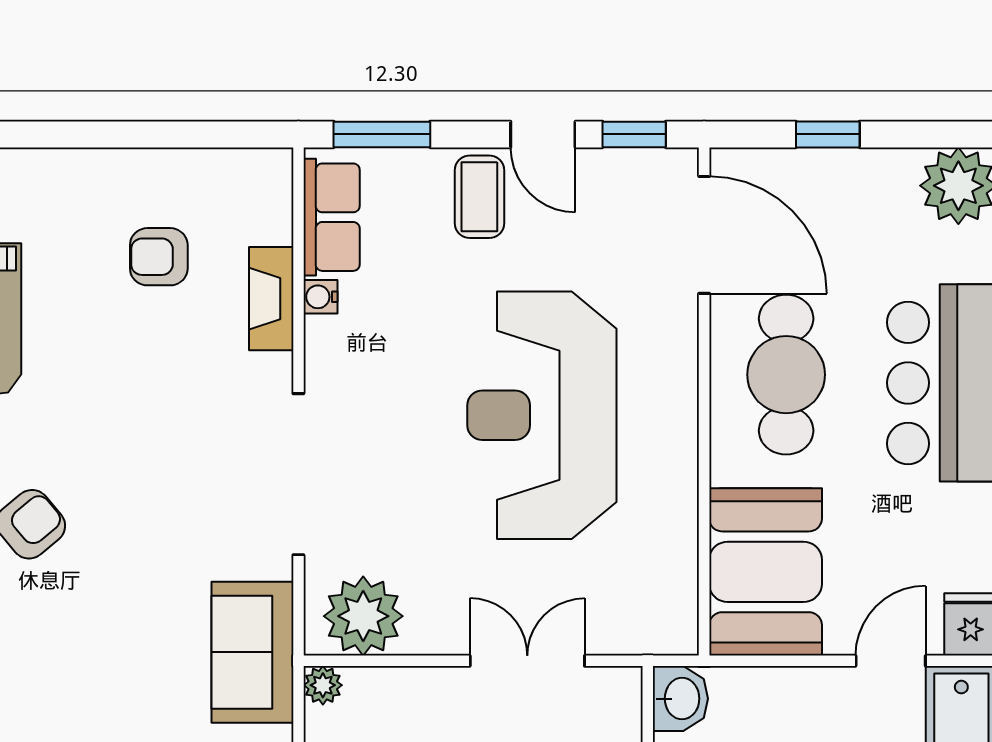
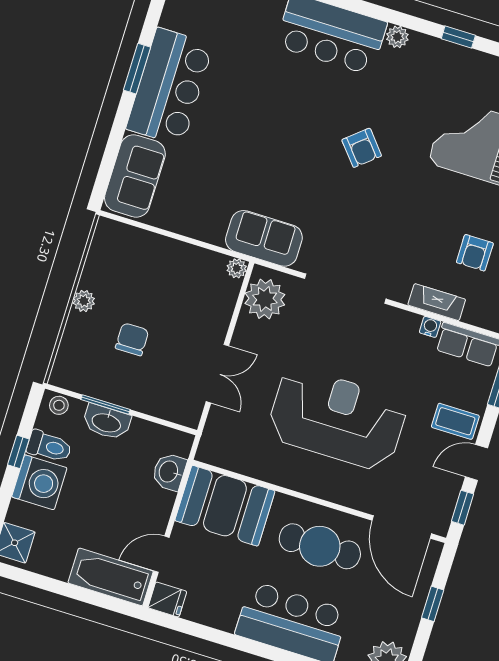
door: (704, 235) -> (402, 527), hinge flipped
armchair: (159, 257) -> (475, 253), turned 180
door: (891, 661) -> (161, 554), swing flipped
washbasin: (680, 699) -> (169, 472), moved, turned 90

